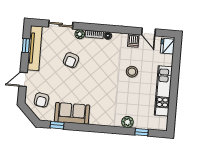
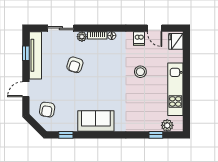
sofa: (72, 113) -> (96, 121), moved
plant: (127, 122) -> (167, 125), moved

